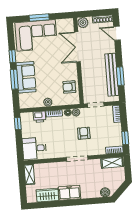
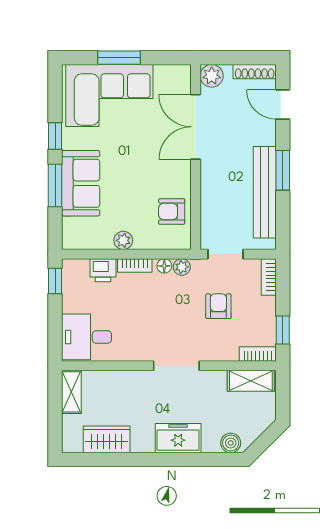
window: (120, 76) -> (283, 170), moved
armchair: (84, 133) -> (218, 306), moved
freezer: (70, 193) -> (178, 438), moved

